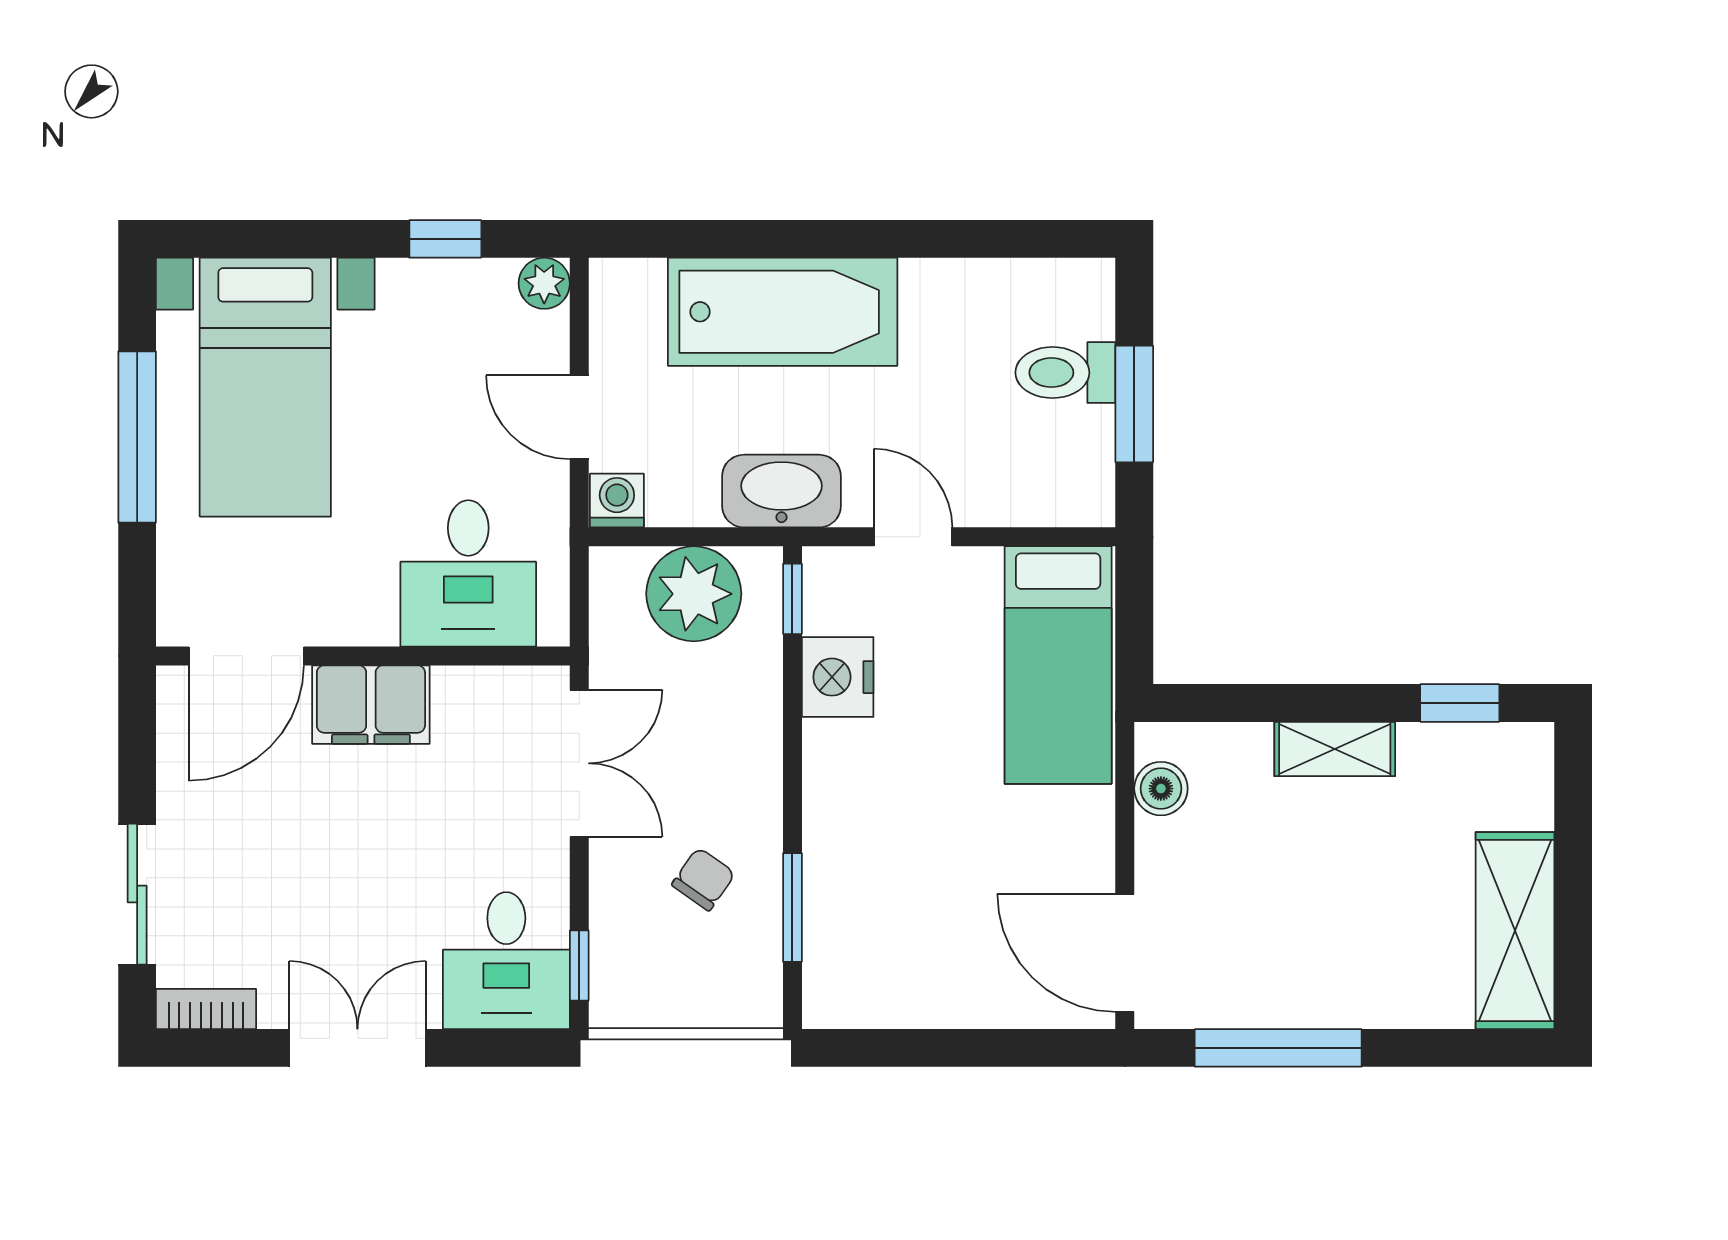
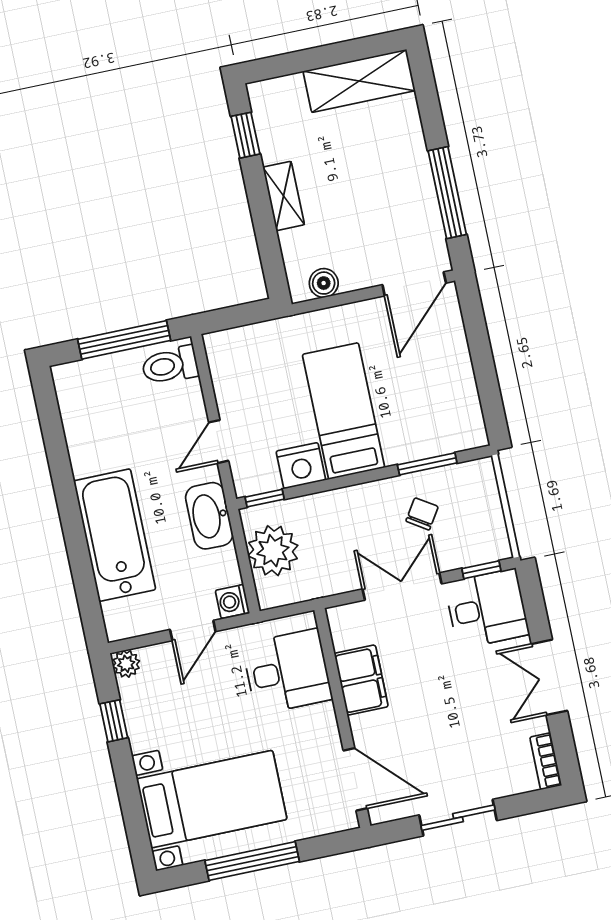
toilet: (1065, 373) -> (170, 365), moved, turned 90
window: (1134, 404) -> (124, 340), width x1.44
bed: (1058, 665) -> (343, 411), moved, turned -90
filing cabinet: (371, 705) -> (361, 680), moved
double door: (579, 763) -> (402, 586), moved
chair: (704, 879) -> (422, 514), turned 88
sliding door: (137, 894) -> (458, 818), moved

